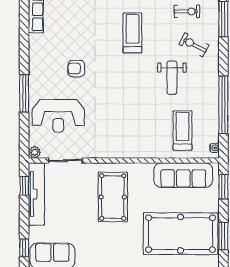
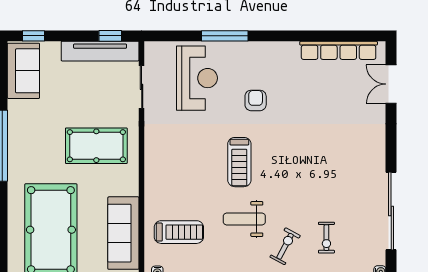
treadmill: (132, 33) -> (239, 162), moved, turned 90
reception desk: (58, 116) -> (197, 78), turned 180
plant: (35, 152) -> (152, 49), removed

